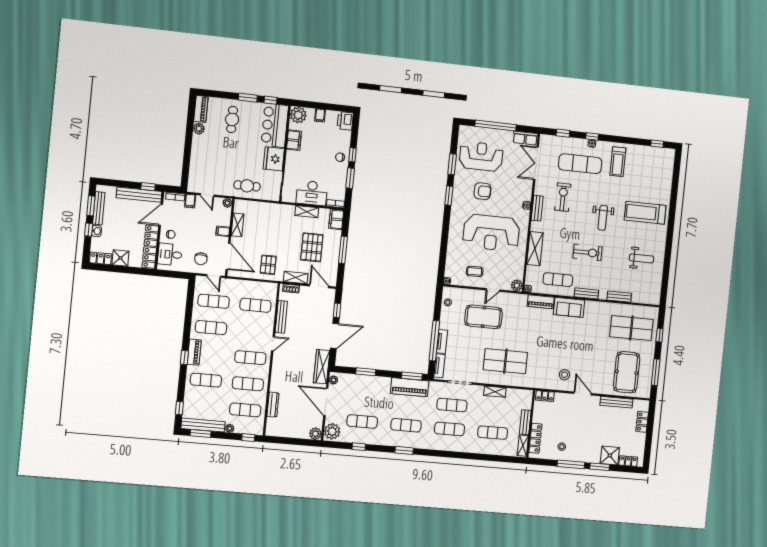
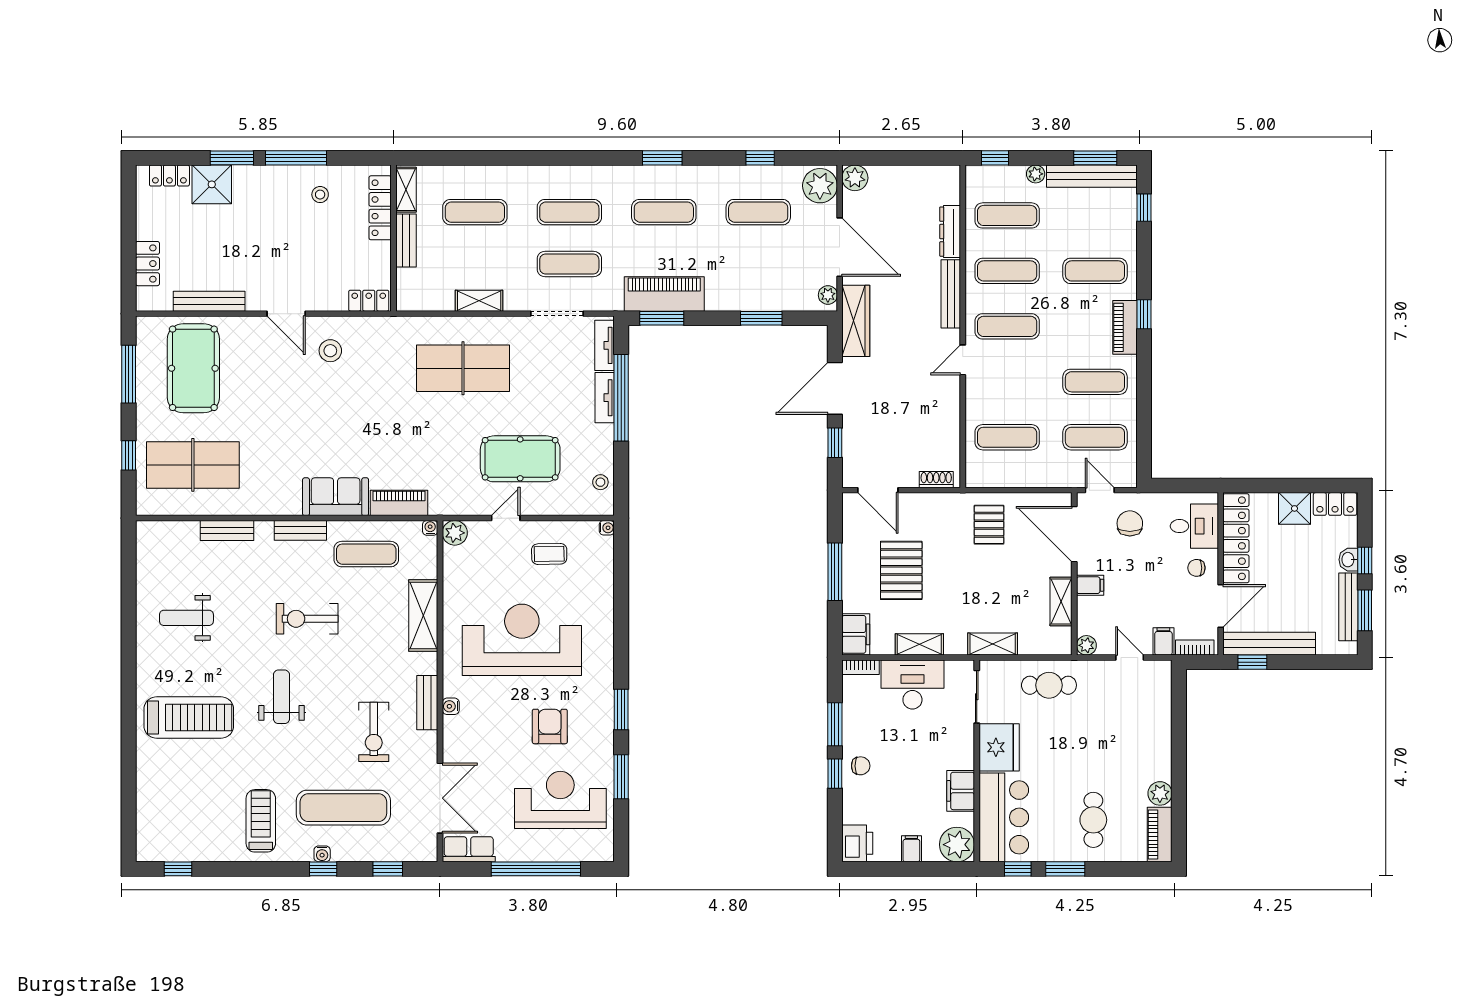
reception desk: (481, 156) -> (560, 800), turned 180
armchair: (482, 191) -> (550, 726), turned 90
shelving: (296, 278) -> (993, 644), moved
bench: (281, 317) -> (951, 294), moved

